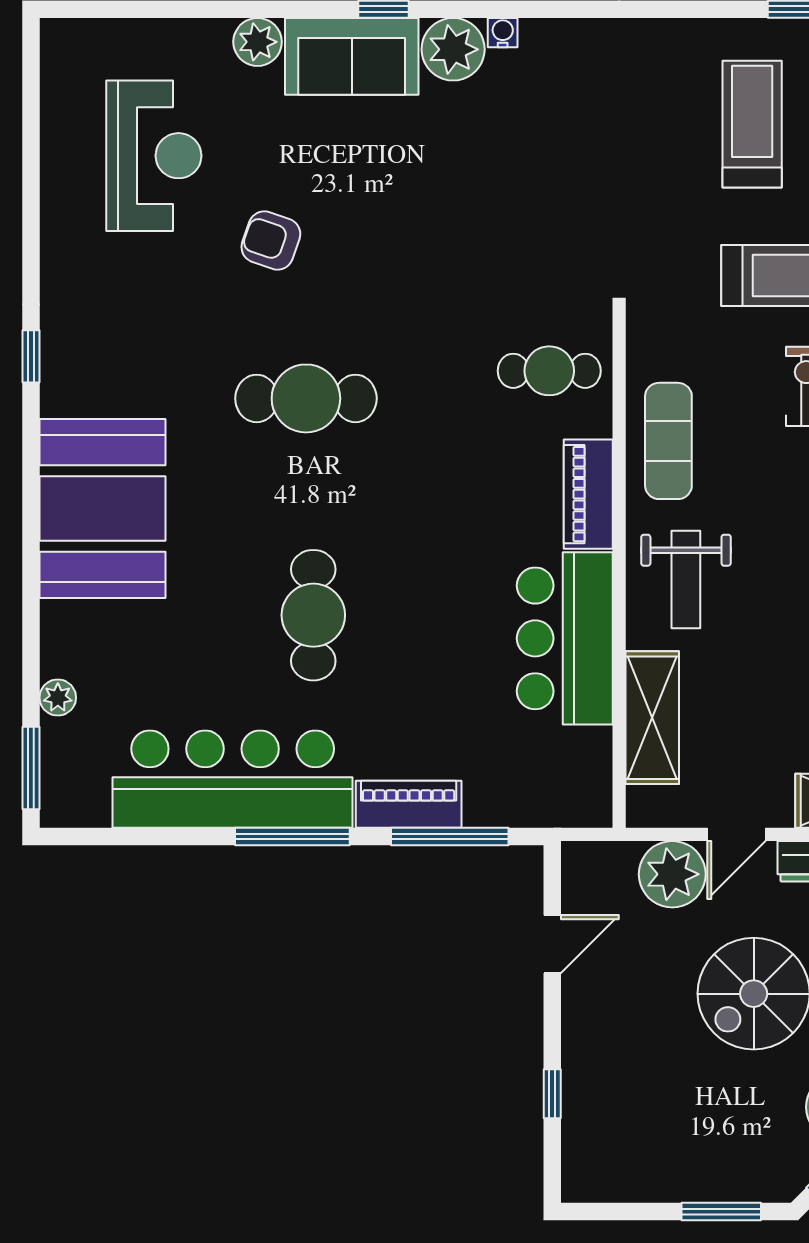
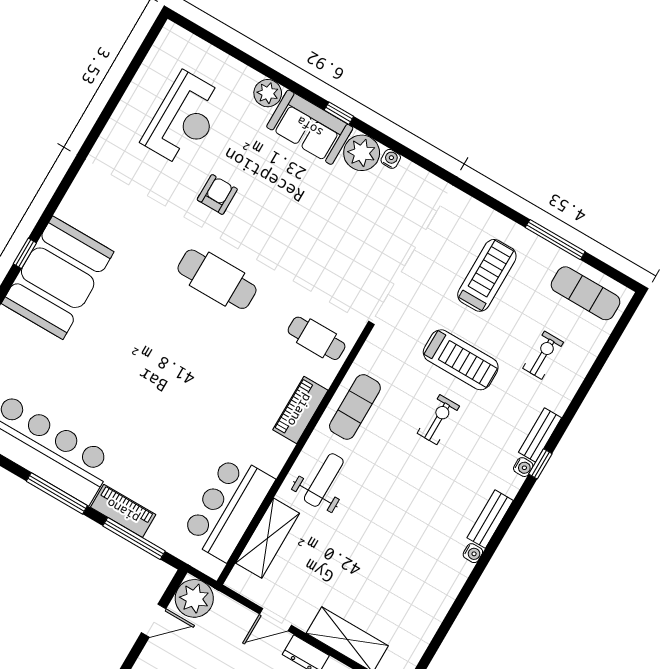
armchair: (271, 241) -> (217, 194), turned 71
window: (31, 356) -> (25, 253), moved
cafe table: (306, 398) -> (217, 279), moved
weight bench: (686, 580) -> (324, 480), turned 180
cafe table: (313, 615) -> (131, 391), removed
bar counter: (565, 638) -> (228, 508), moved
plant: (672, 874) -> (194, 598), moved

